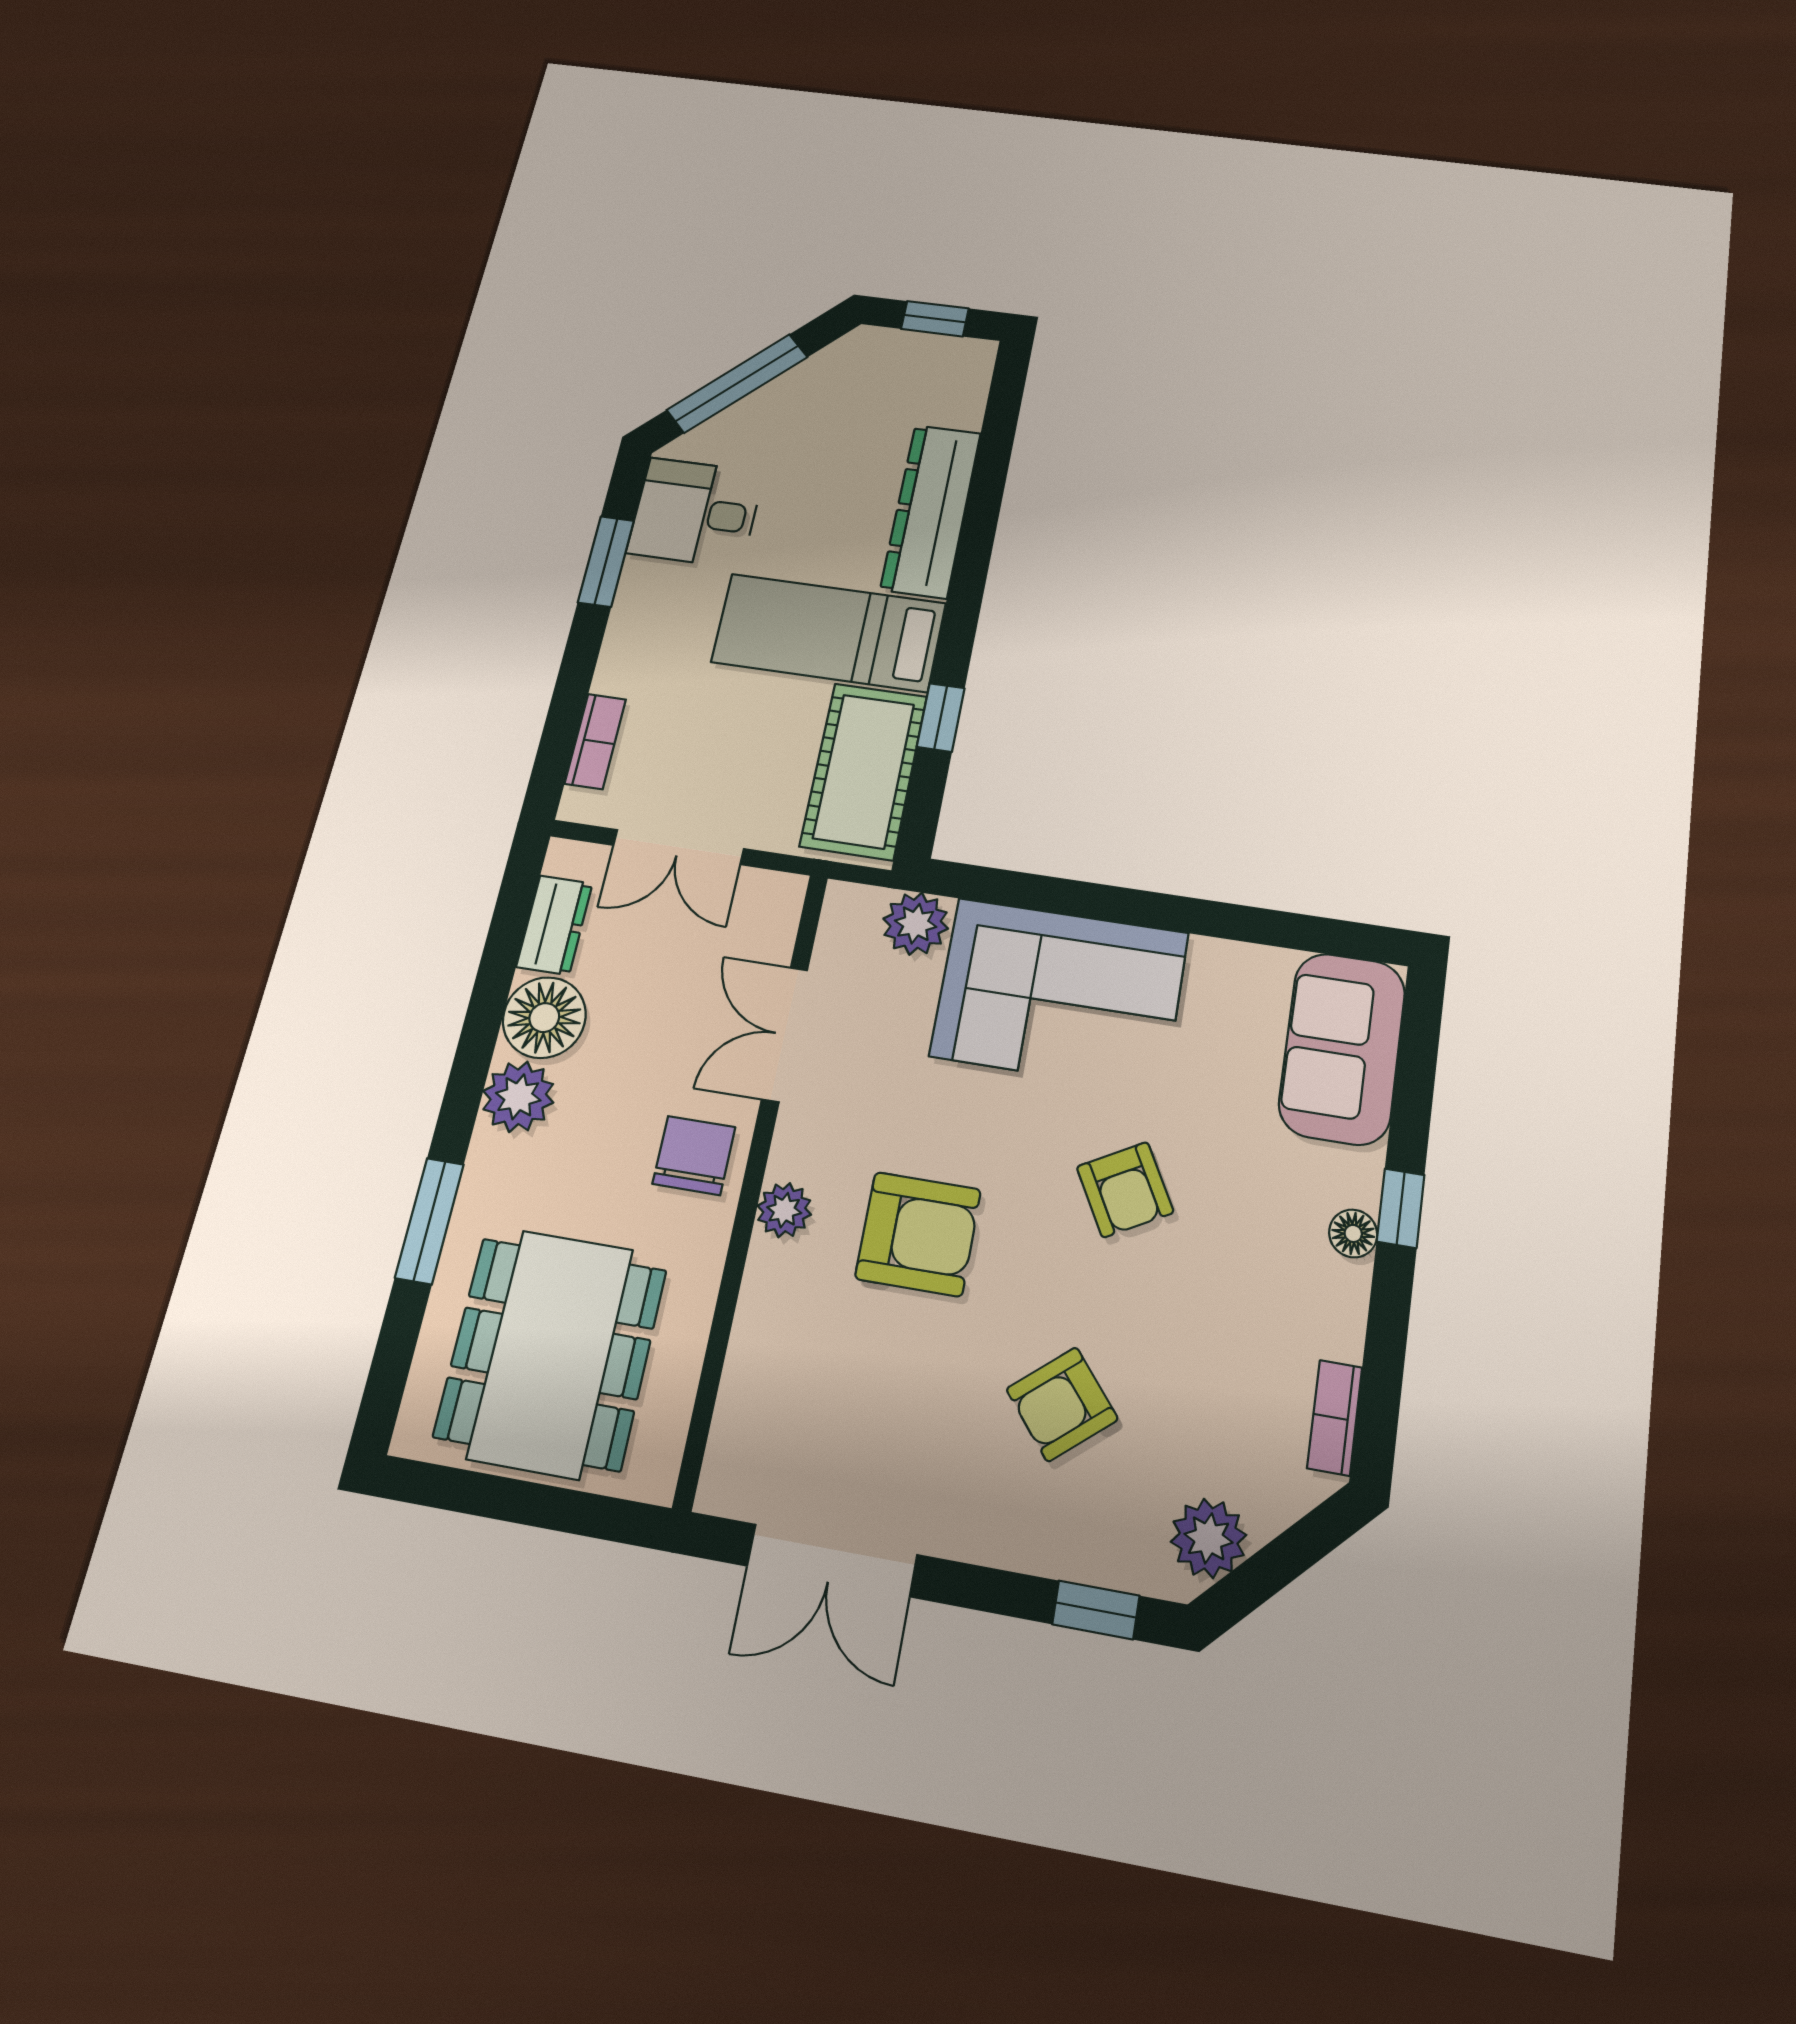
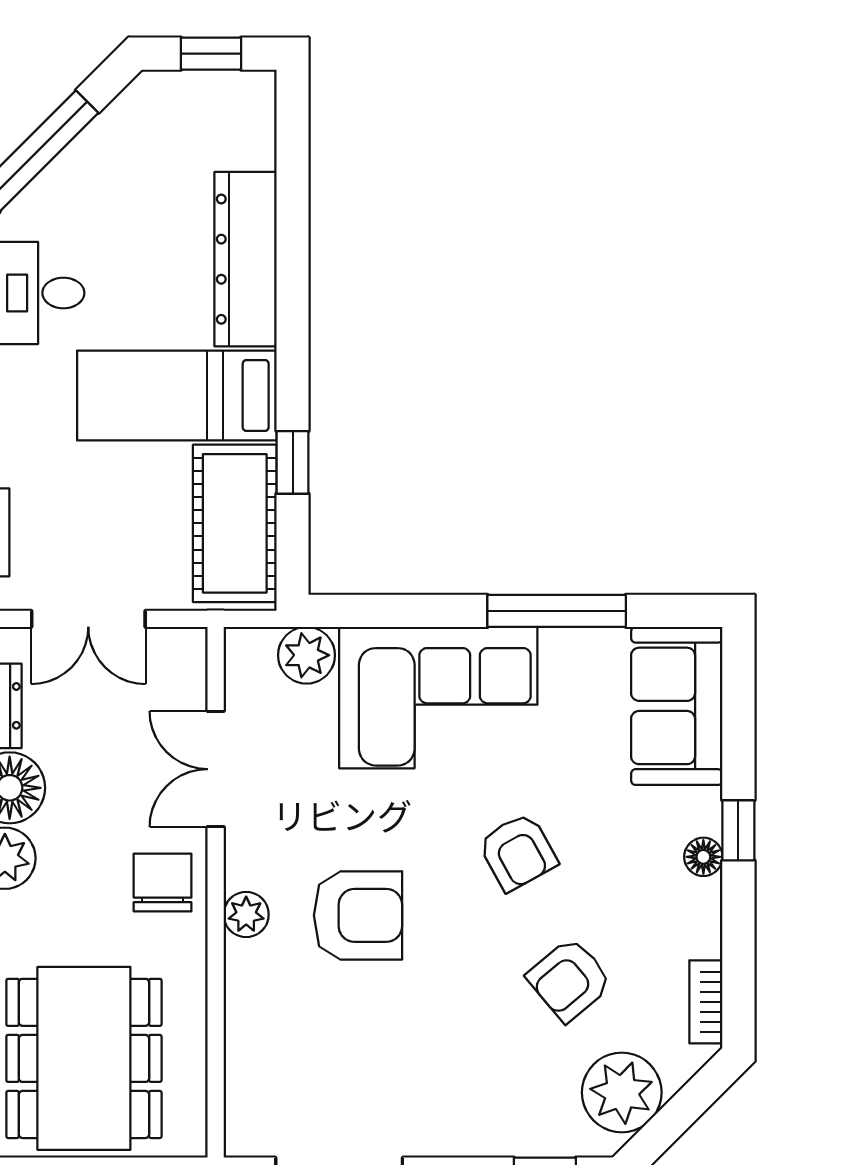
window: (1214, 919) -> (557, 611), added
armchair: (1062, 1404) -> (569, 980), moved
plant: (1208, 1538) -> (622, 1092), width x1.36, depth x1.36

